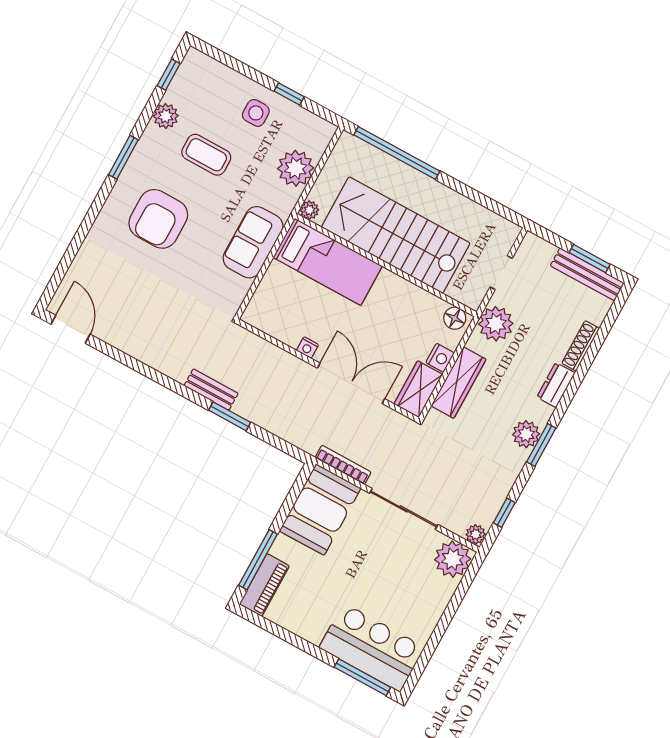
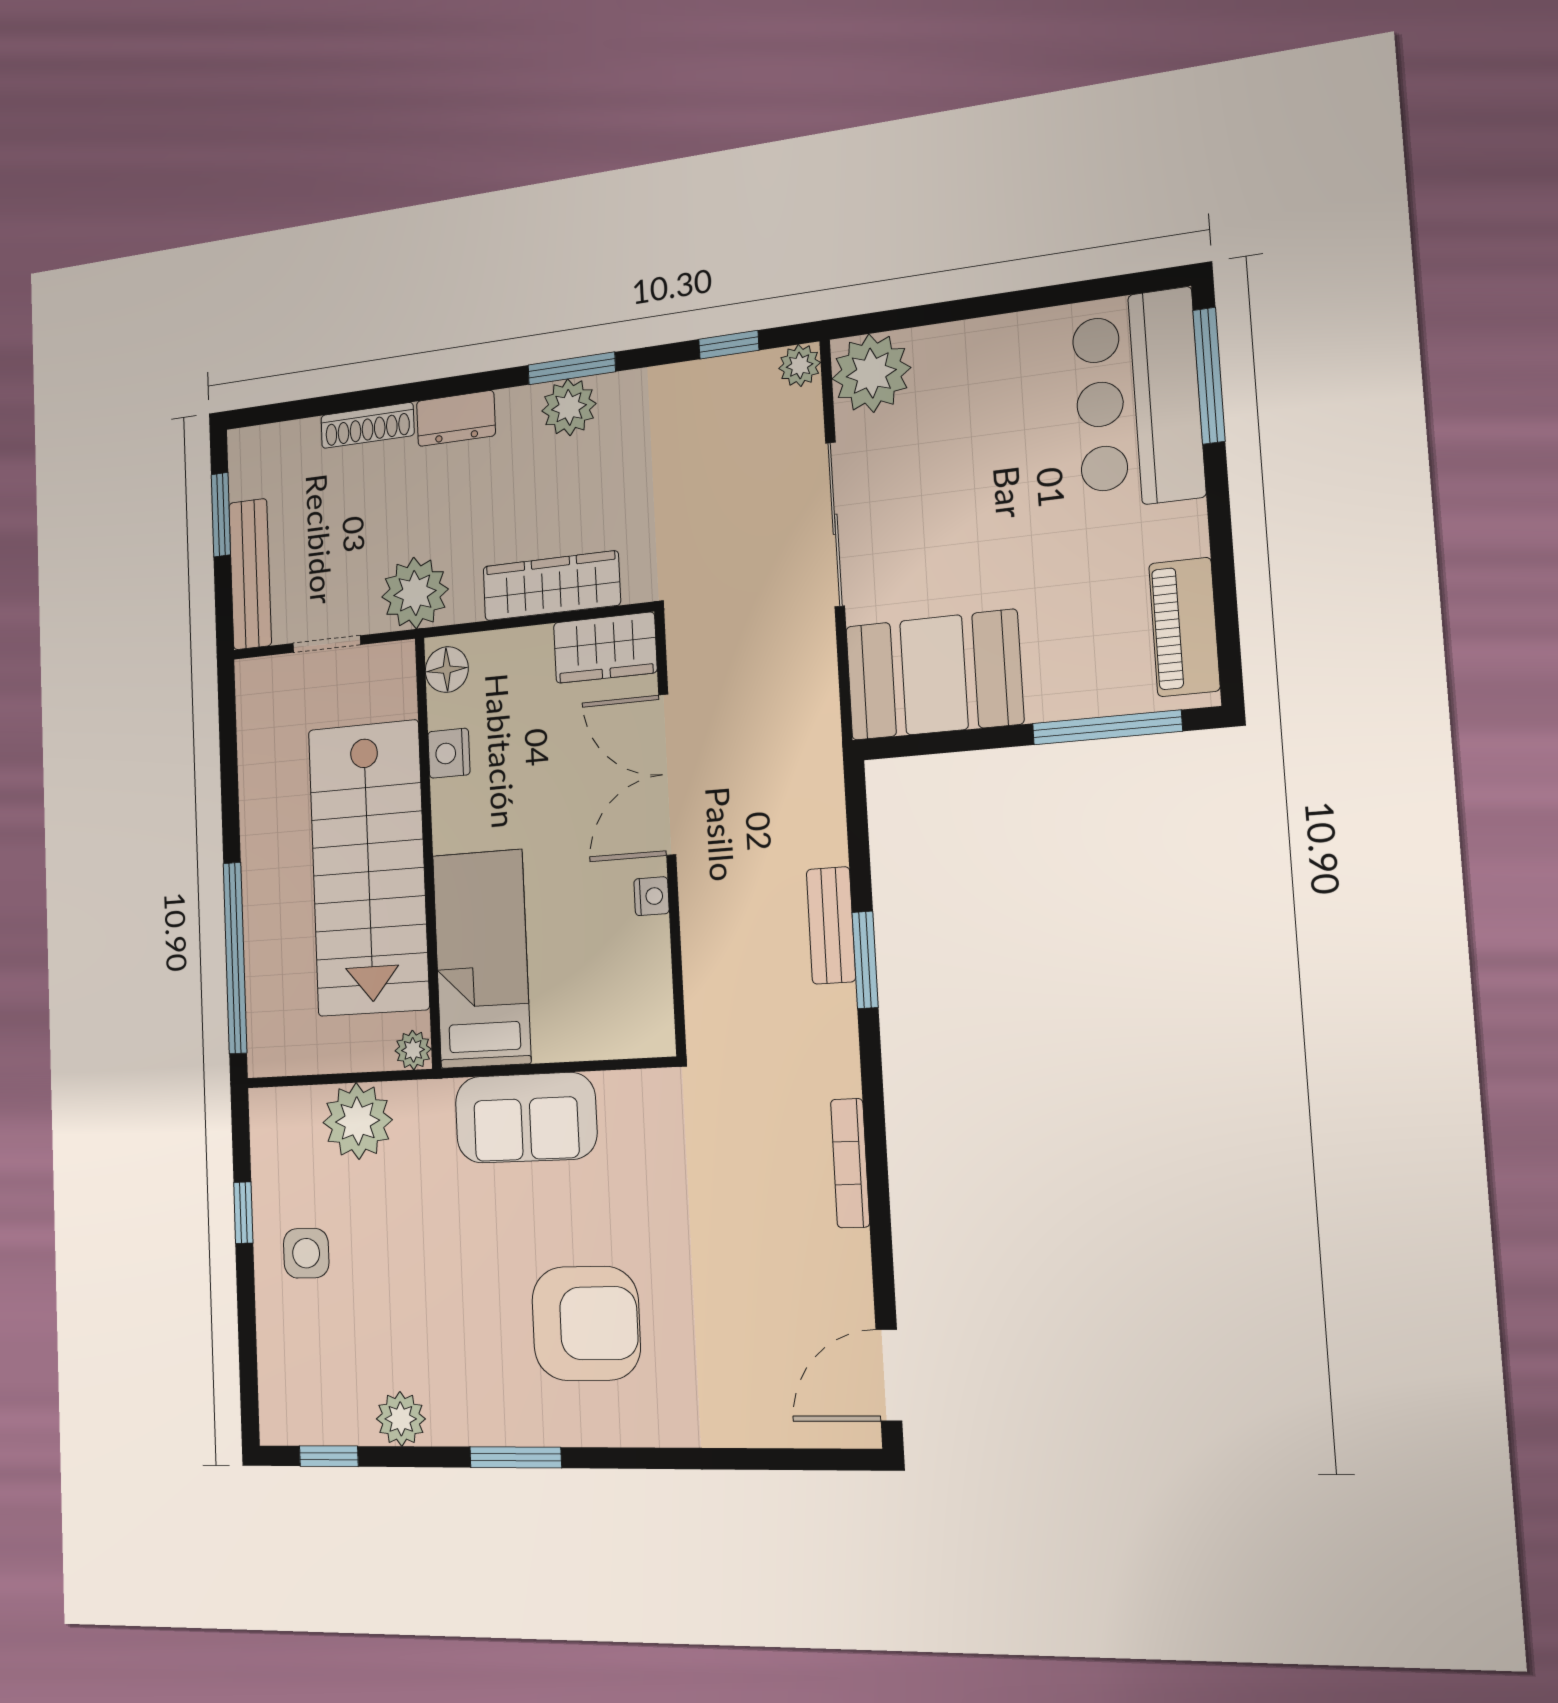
coffee table: (206, 155) -> (425, 1301), removed
bench: (587, 274) -> (250, 574), moved
nightstand: (440, 358) -> (449, 753), moved, turned -90
bench: (211, 390) -> (831, 925), moved
bookcase: (343, 465) -> (850, 1163), moved
piano: (264, 585) -> (1184, 627), moved, turned -90

